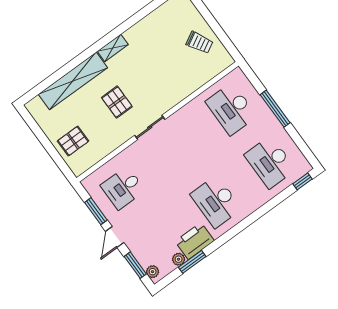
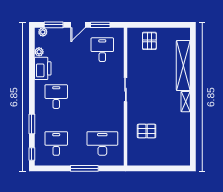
trolley: (199, 43) -> (153, 153), removed
pallet: (117, 102) -> (147, 131), moved
desk: (270, 162) -> (56, 143), width x0.73
desk: (216, 202) -> (56, 97), width x0.73
door: (115, 237) -> (78, 25), swing flipped
window: (192, 262) -> (32, 124), moved

